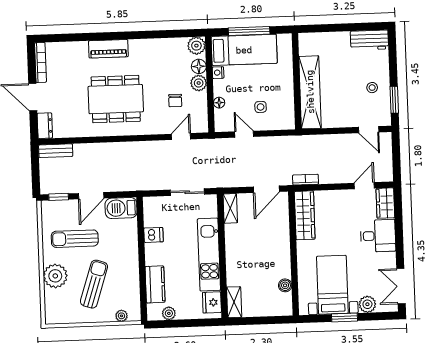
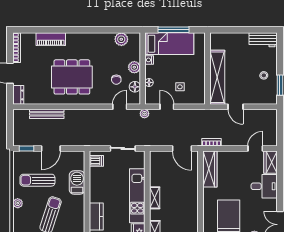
plant: (196, 46) -> (121, 39), moved
piano: (108, 49) -> (51, 39), moved
floor lamp: (199, 66) -> (135, 87), moved
door: (369, 130) -> (235, 107), moved
plant: (215, 145) -> (144, 114), added
bench: (56, 151) -> (47, 114), moved, width x1.36
door: (266, 189) -> (182, 148), hinge flipped
barbecue: (121, 208) -> (77, 182), moved, turned 90
shelving: (230, 208) -> (155, 198), moved
dishwasher: (153, 235) -> (96, 161), moved
plant: (55, 276) -> (18, 203), width x0.53, depth x0.53
boiler: (285, 285) -> (193, 221), removed

